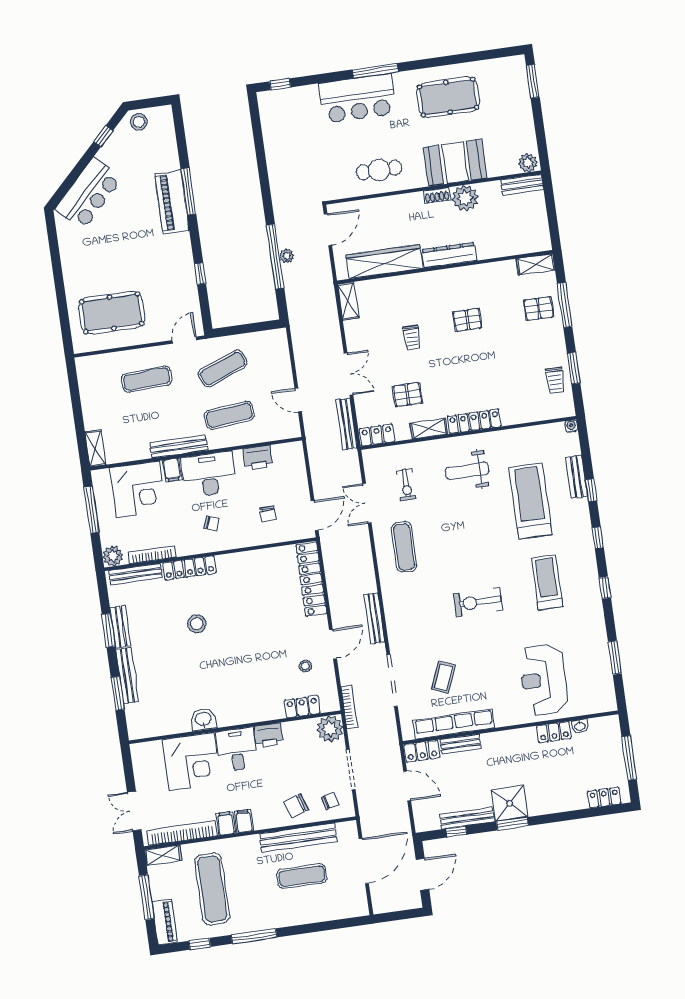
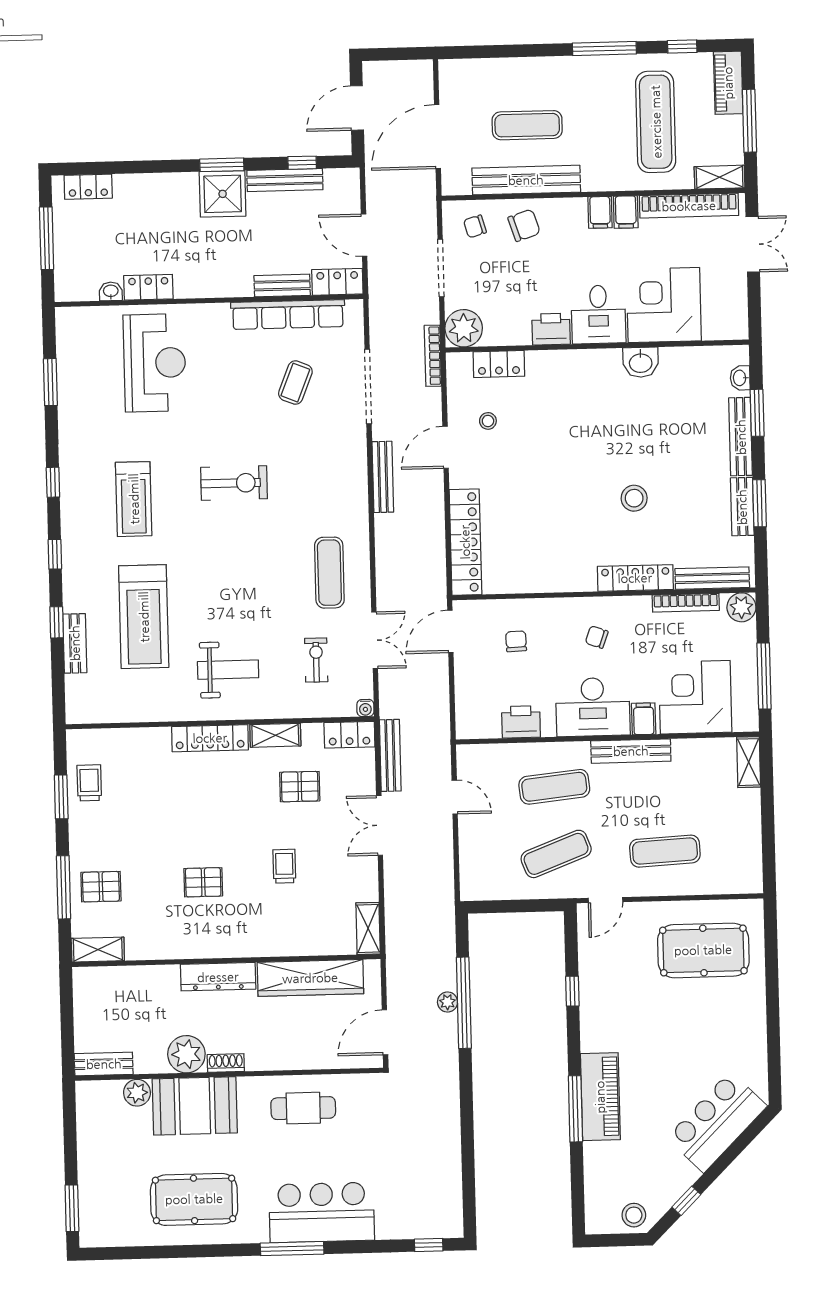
plant: (528, 163) -> (137, 1093), moved
water cooler: (571, 426) -> (365, 708), moved
washbasin: (132, 716) -> (740, 378), added

